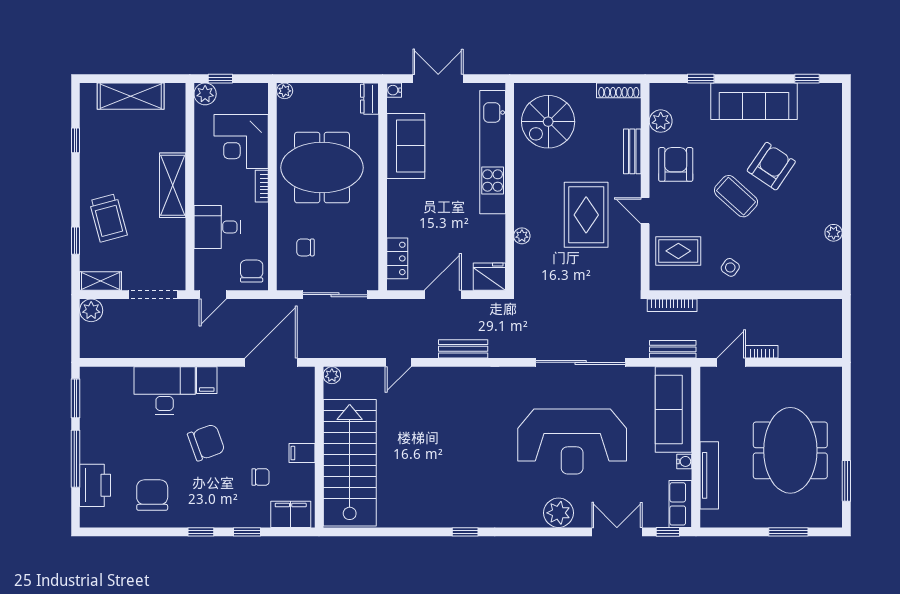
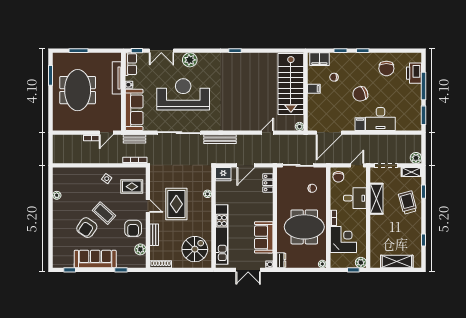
shelving: (173, 185) -> (377, 199), moved
bench: (463, 349) -> (220, 139), moved, width x1.36

